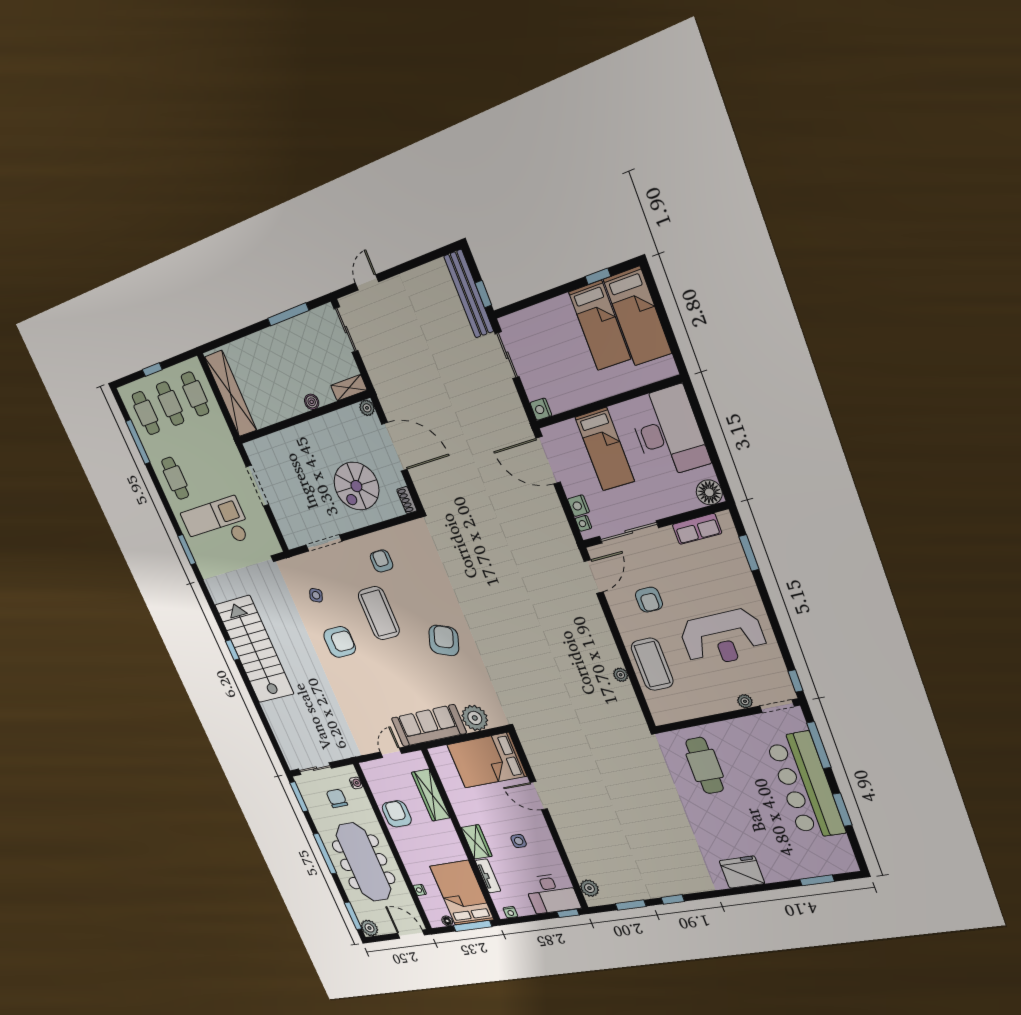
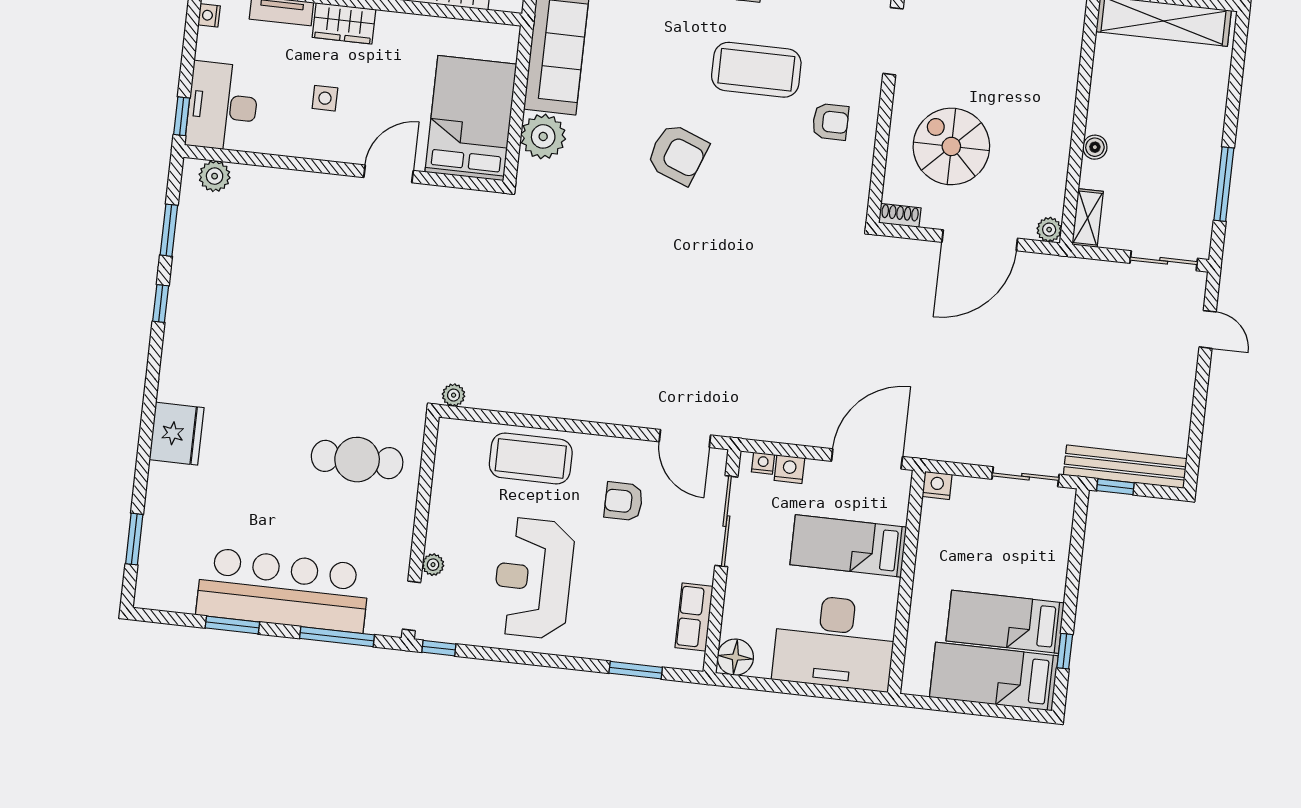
plant: (621, 675) -> (454, 395), moved

